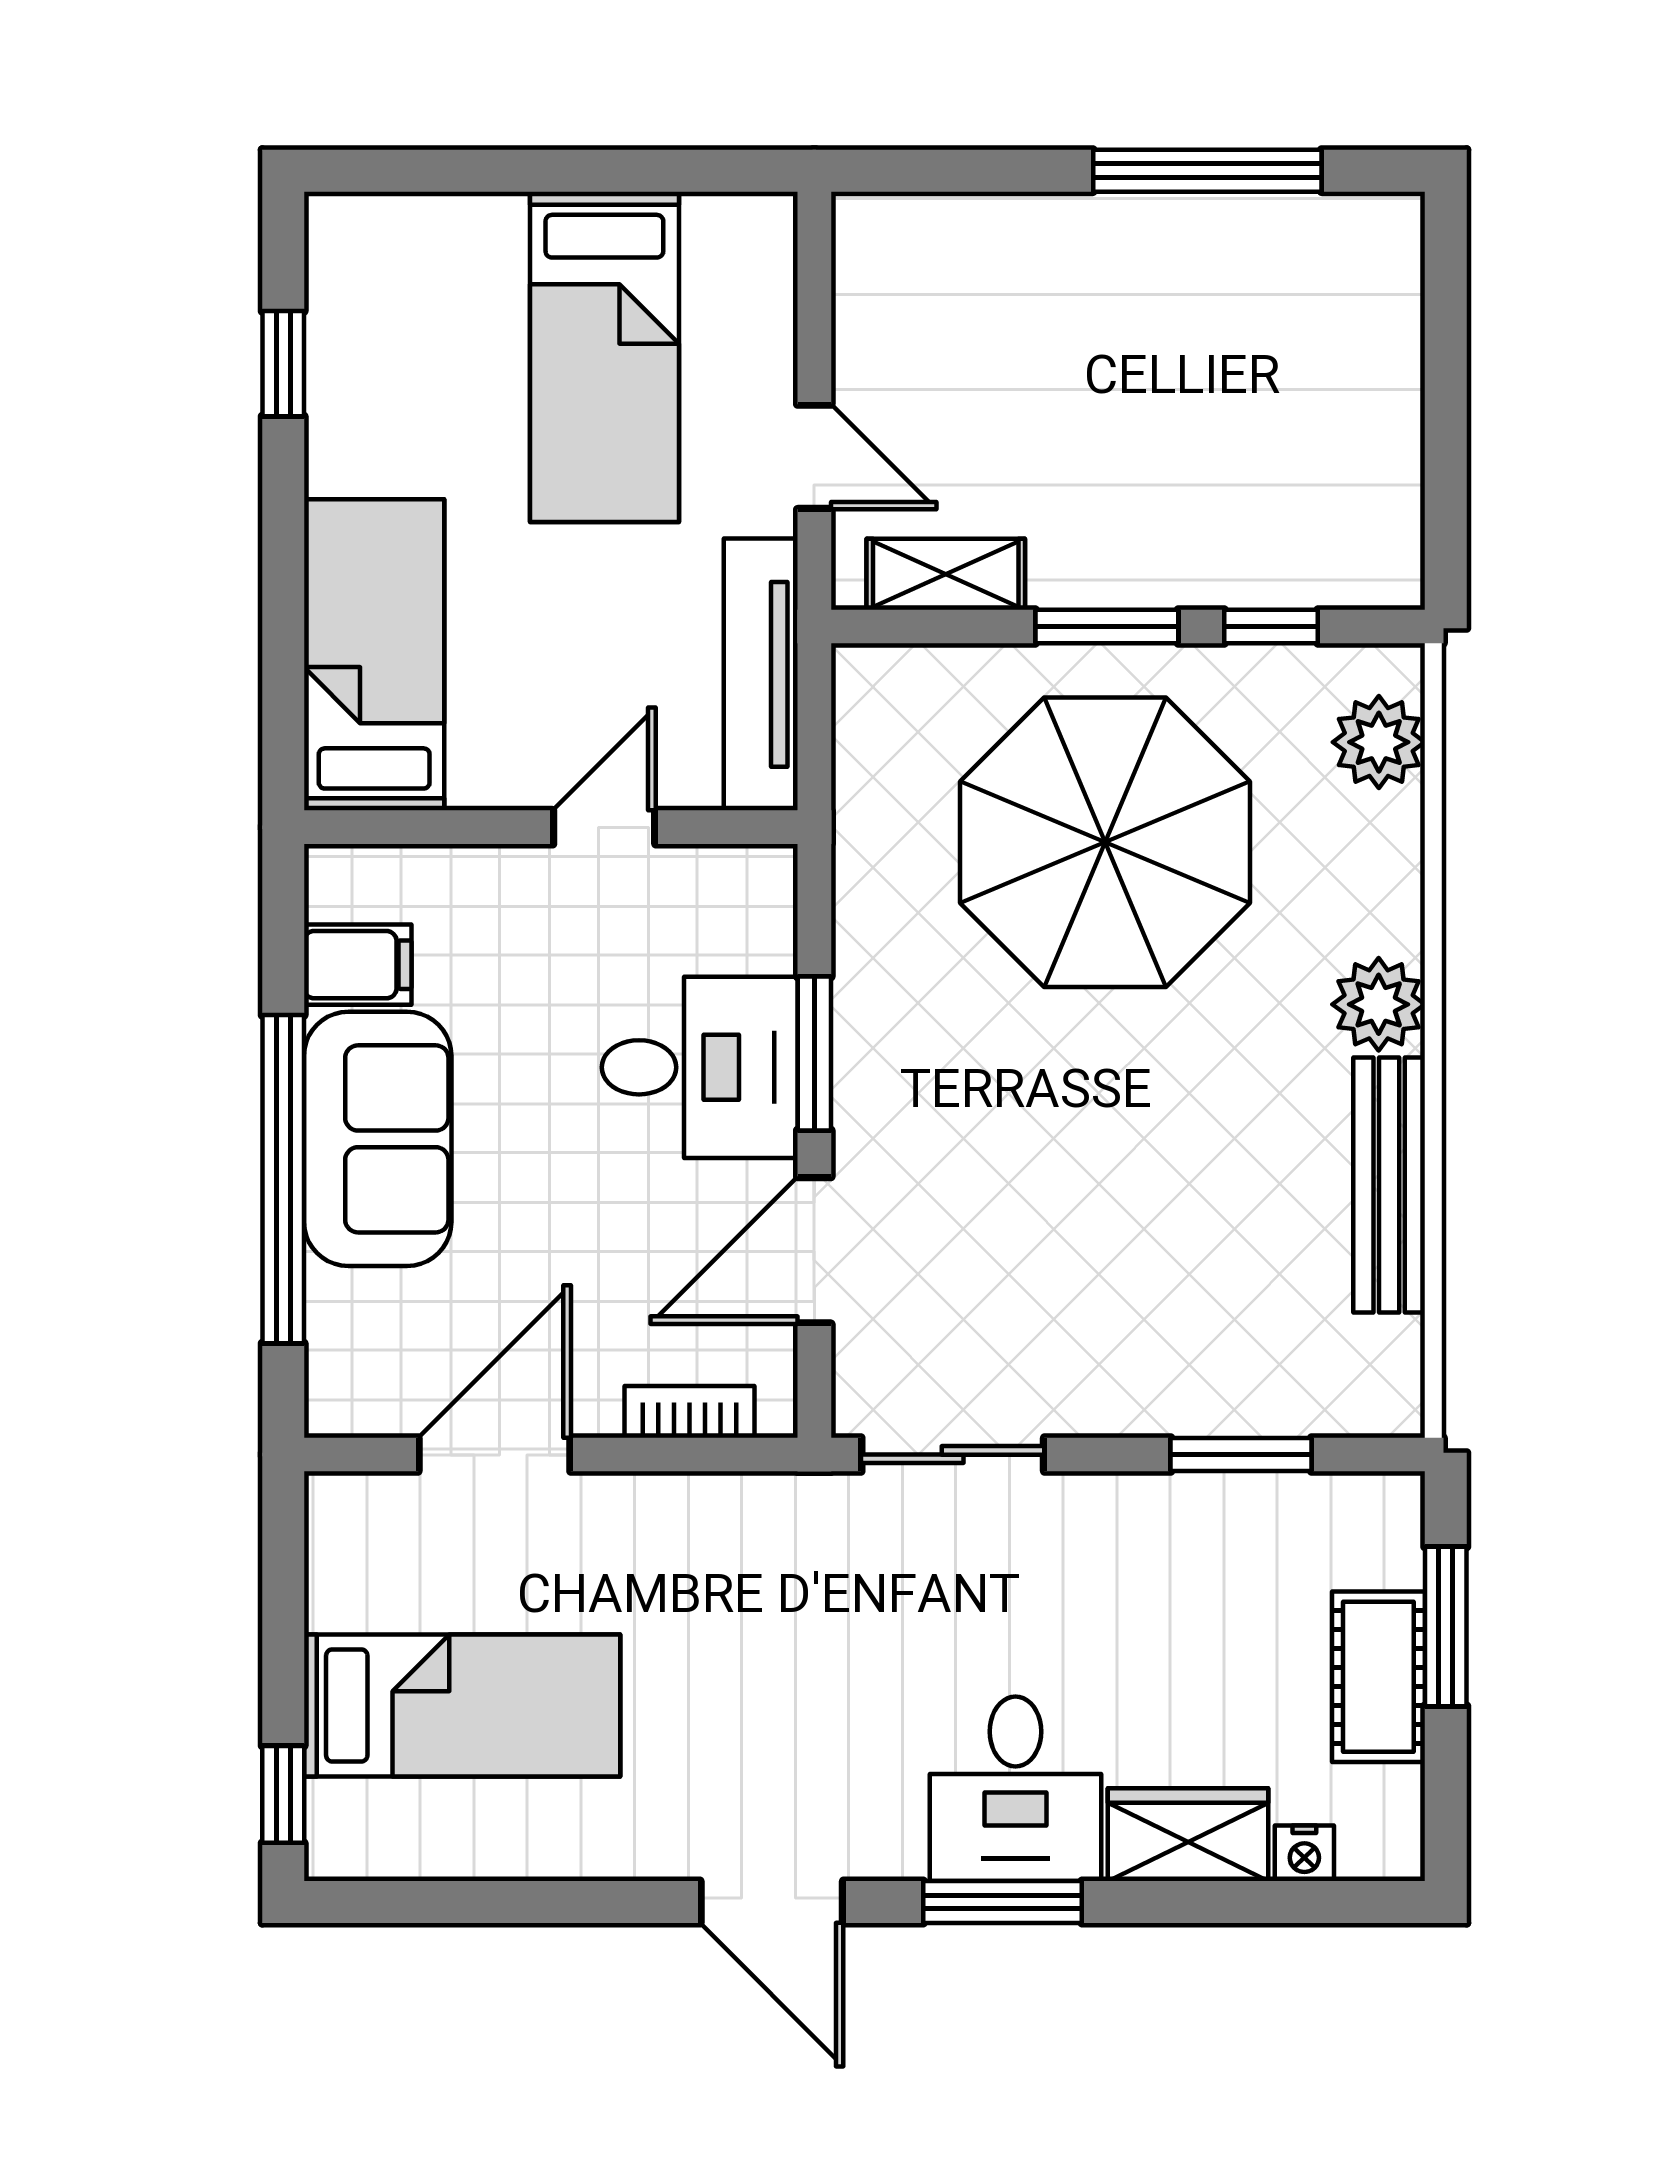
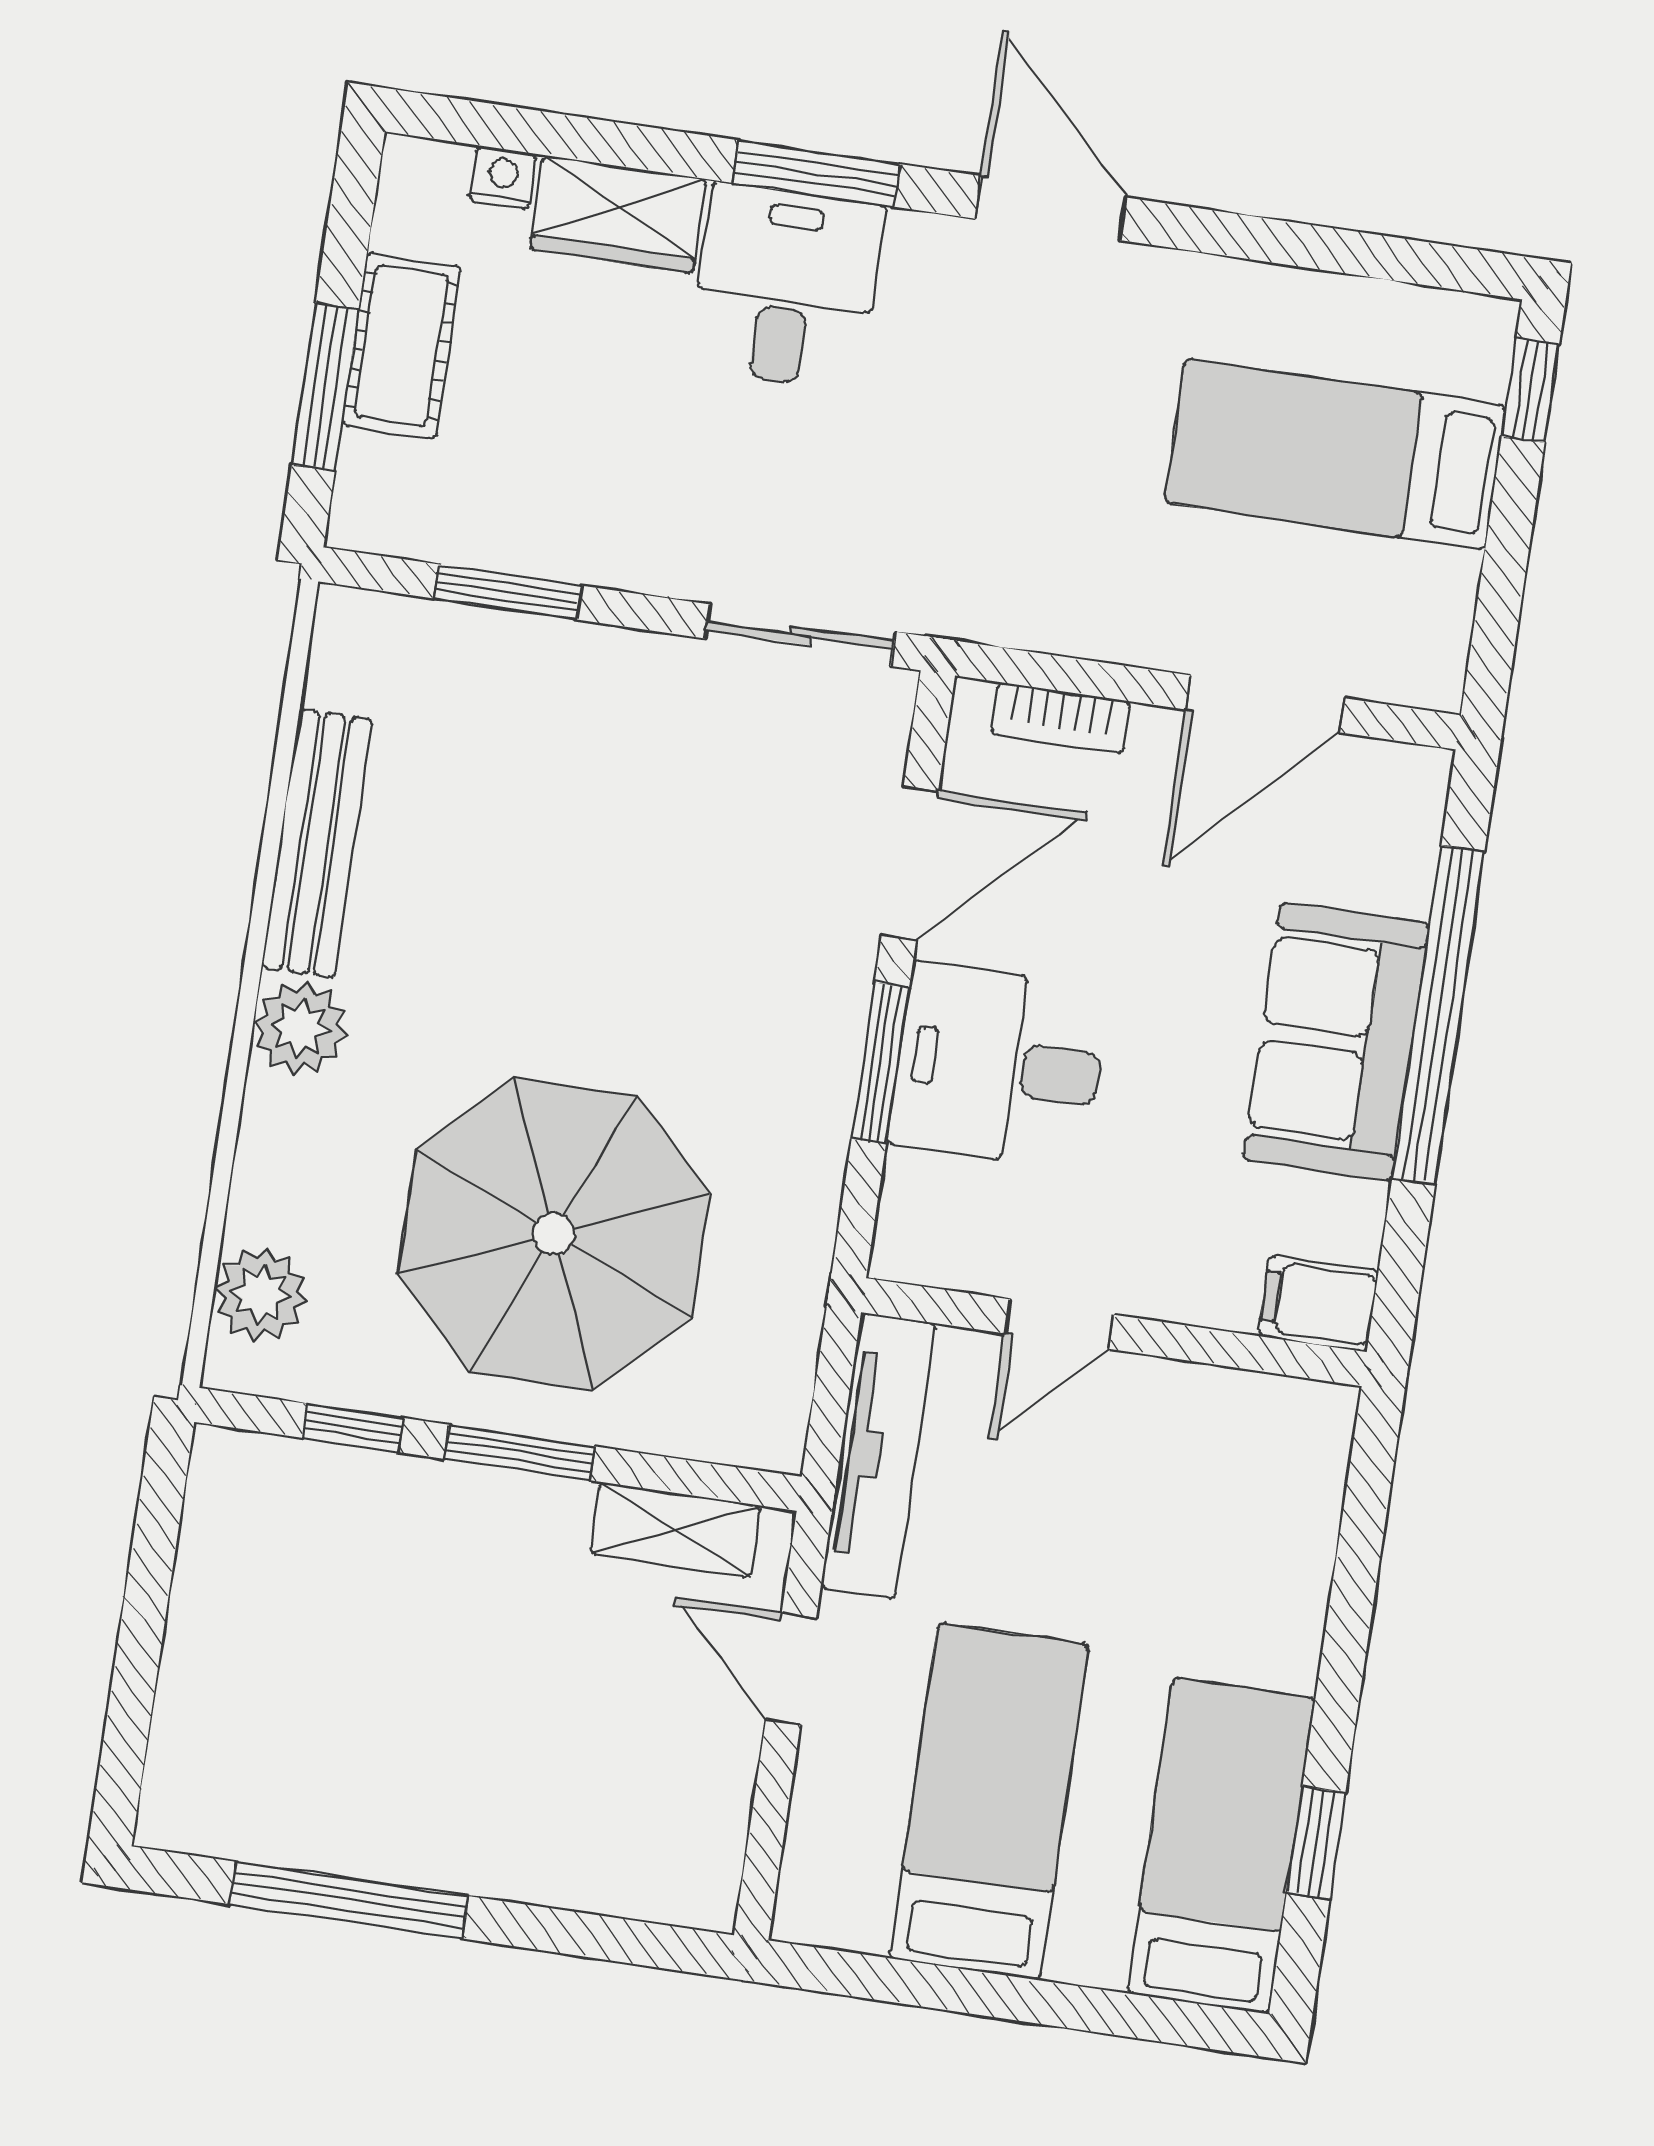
bed: (374, 655) -> (1221, 1846), moved, turned 180
filing cabinet: (358, 965) -> (1318, 1303), moved

